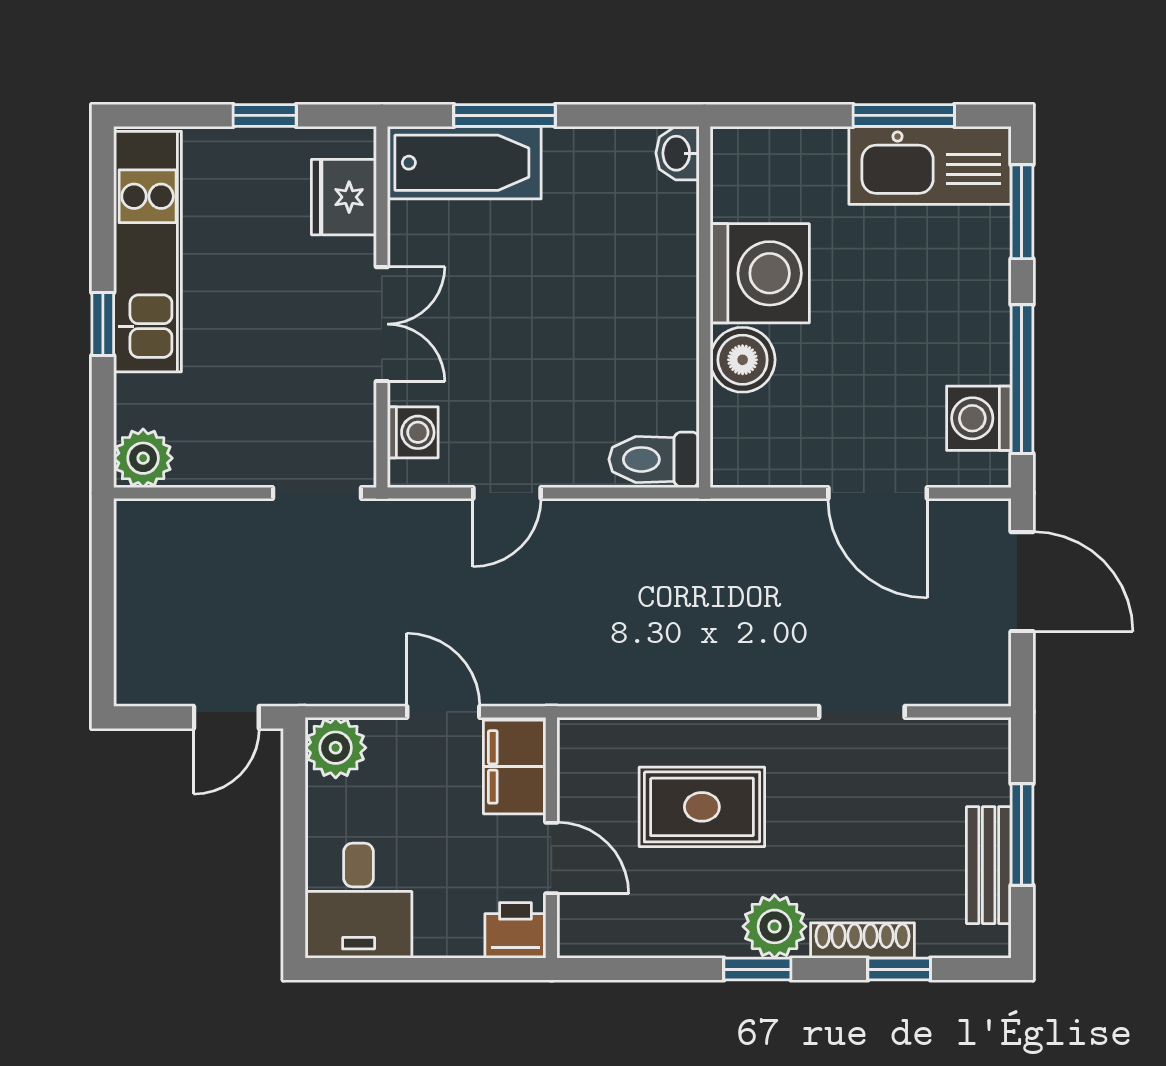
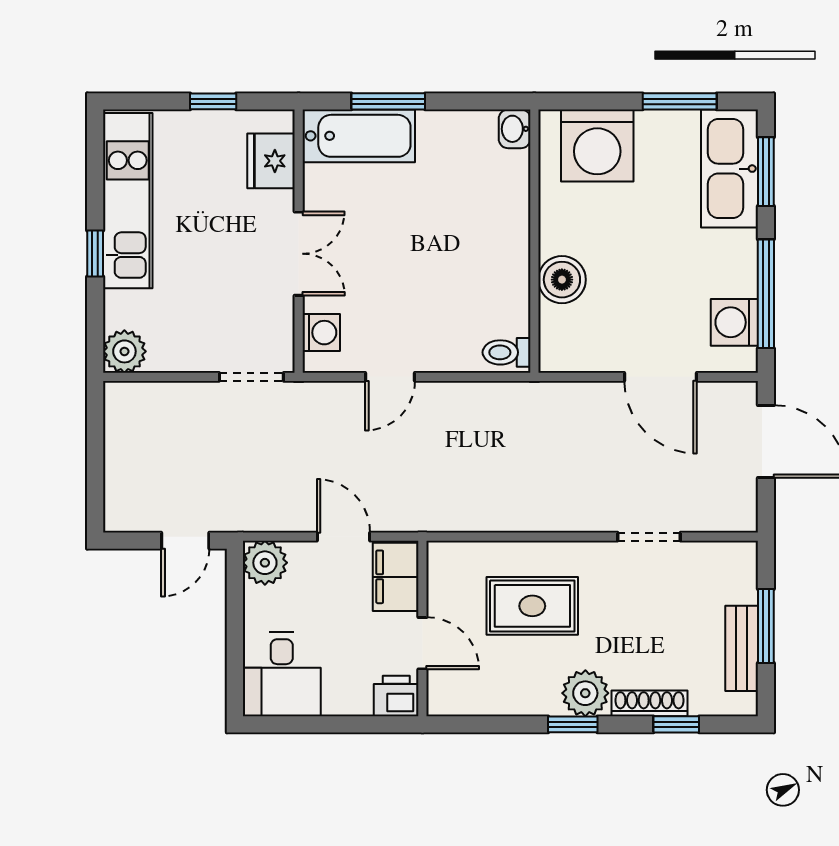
kitchen sink: (930, 165) -> (729, 169), moved, turned 90
washing machine: (760, 273) -> (597, 146), moved, turned 90
toilet: (654, 459) -> (507, 352), width x0.73, depth x0.72

